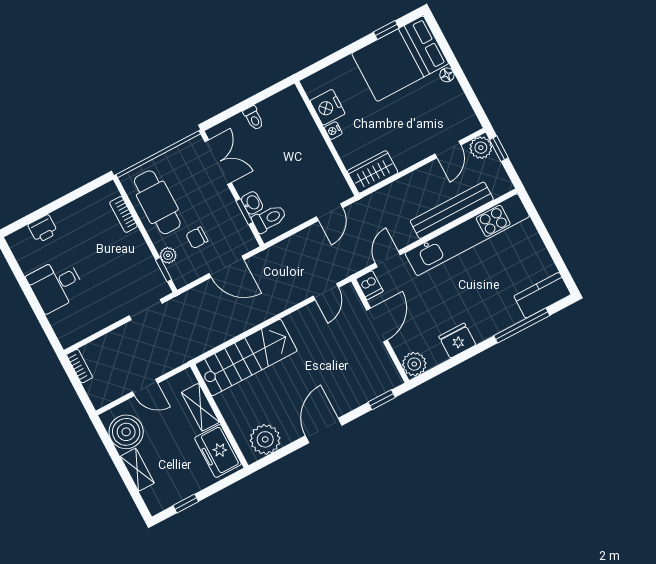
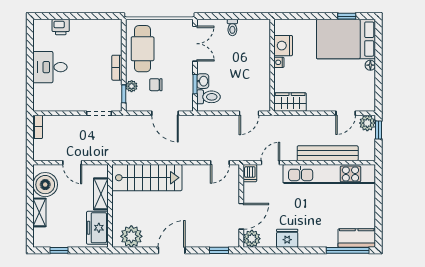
bookcase: (123, 214) -> (117, 68), moved
door: (377, 325) -> (241, 216), moved
window: (522, 326) -> (348, 250), moved

